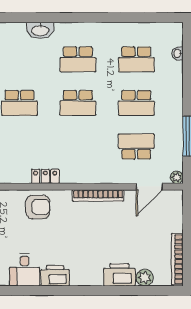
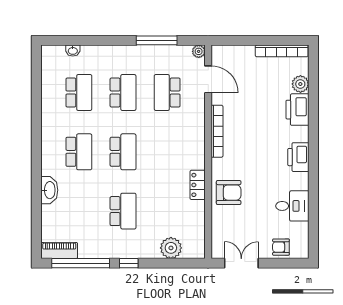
armchair: (38, 207) -> (229, 193), turned 90
printer: (55, 276) -> (298, 157), moved

